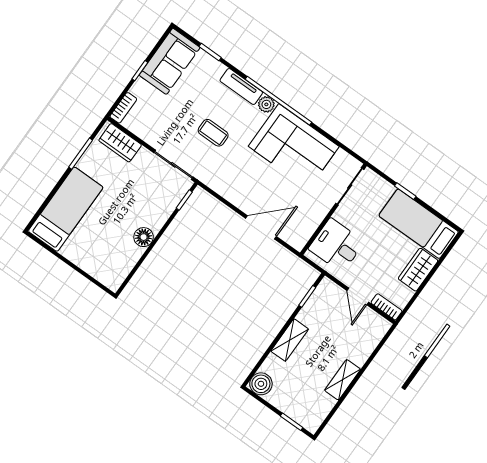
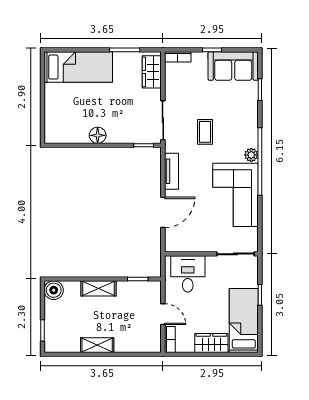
tv unit: (241, 87) -> (171, 171), moved, turned 180
door: (261, 227) -> (163, 212), hinge flipped
door: (358, 296) -> (163, 314), swing flipped

